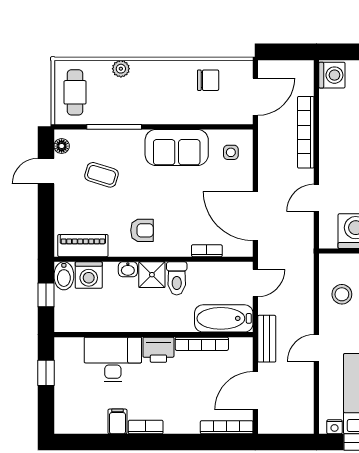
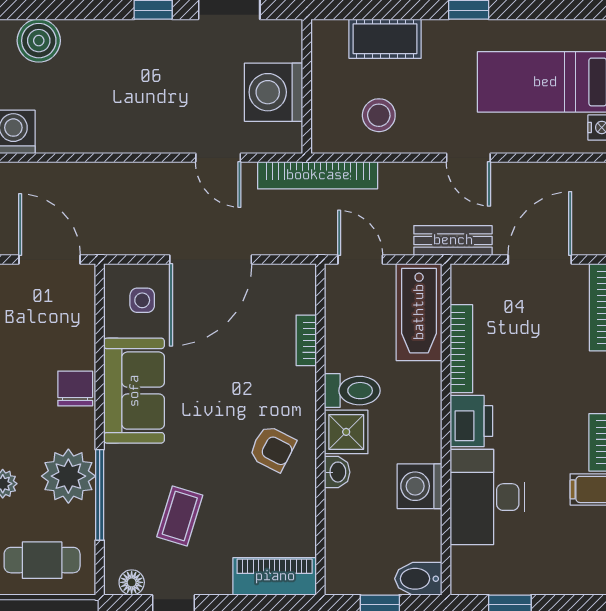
chair: (208, 80) -> (75, 389), moved
plant: (125, 108) -> (68, 476), added
bookcase: (306, 132) -> (318, 175), moved
door: (255, 216) -> (211, 260), moved
armchair: (142, 230) -> (272, 448), turned 117
piano: (83, 246) -> (275, 576), moved, turned 90
washing machine: (89, 275) -> (420, 486), moved, turned 180
bidet: (64, 276) -> (418, 579), moved, turned 180
door: (255, 391) -> (540, 260), swing flipped

